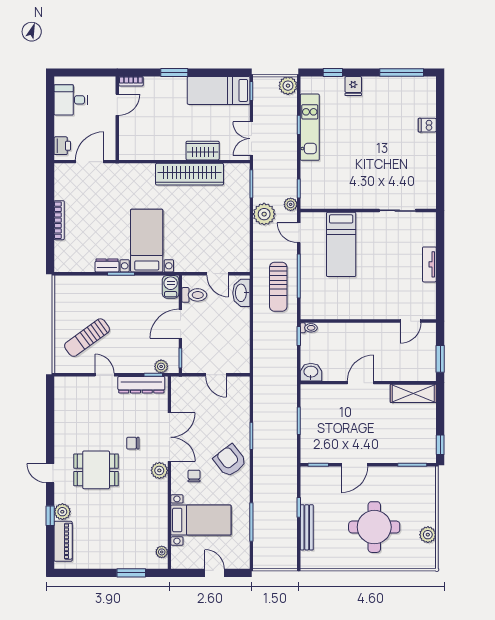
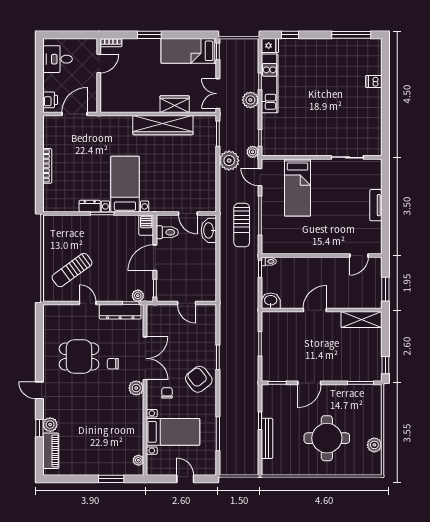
plant: (288, 86) -> (250, 100), moved
fridge: (353, 86) -> (270, 46), moved, turned -90
dining table: (96, 470) -> (79, 357), moved

